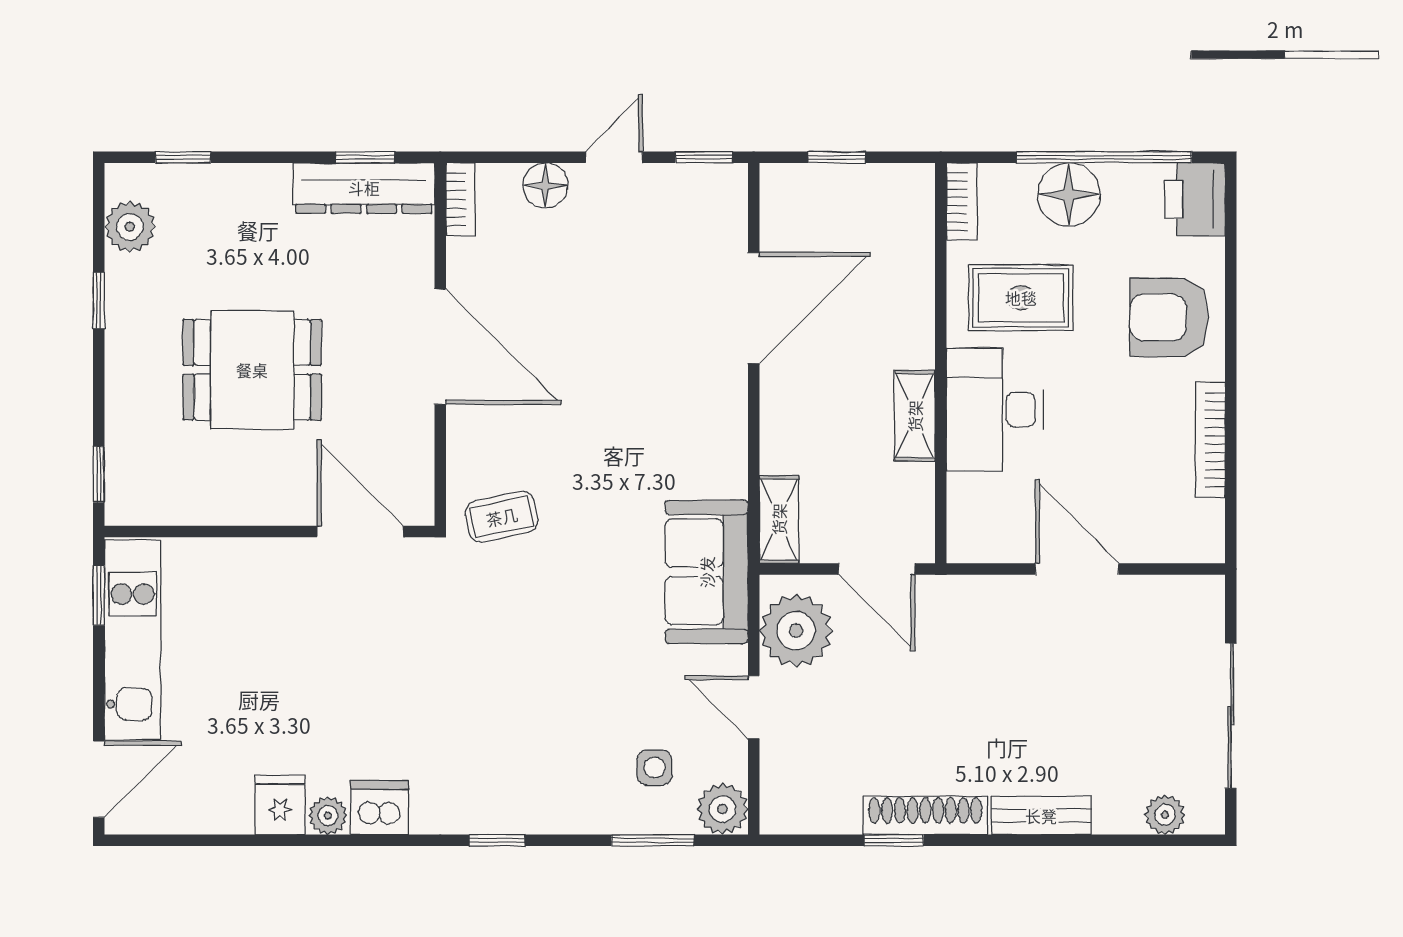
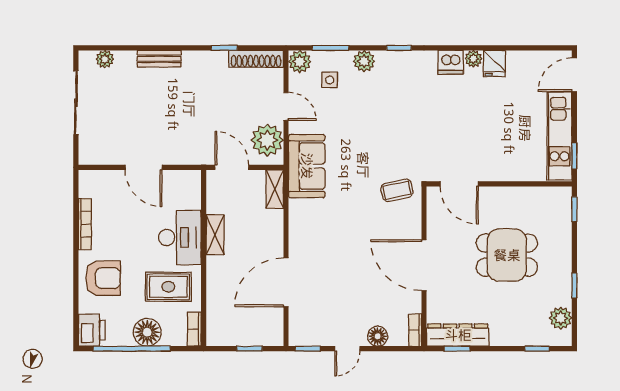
plant: (576, 810) -> (364, 61), added
shoe rack: (925, 815) -> (256, 59), moved

